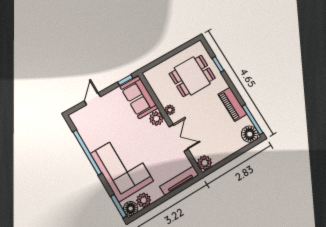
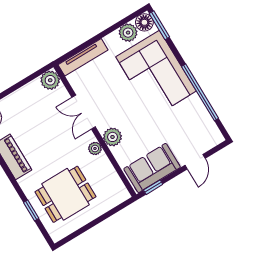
sofa: (139, 97) -> (152, 168), moved, turned -90

